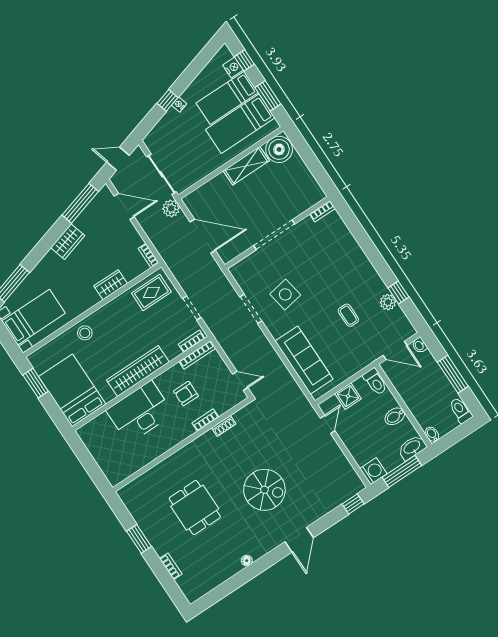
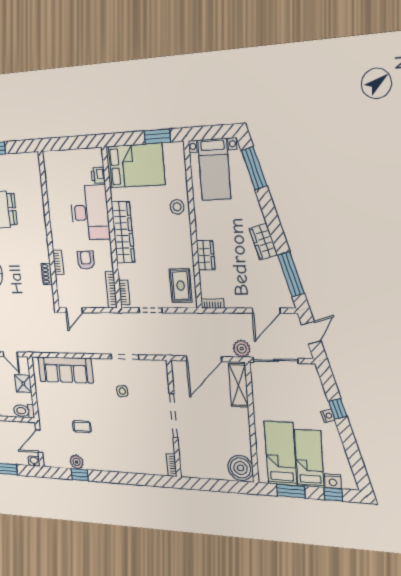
shelving: (246, 166) -> (238, 385), moved
side table: (285, 294) -> (122, 391), width x0.54, depth x0.54
printer: (102, 421) -> (98, 175), added

